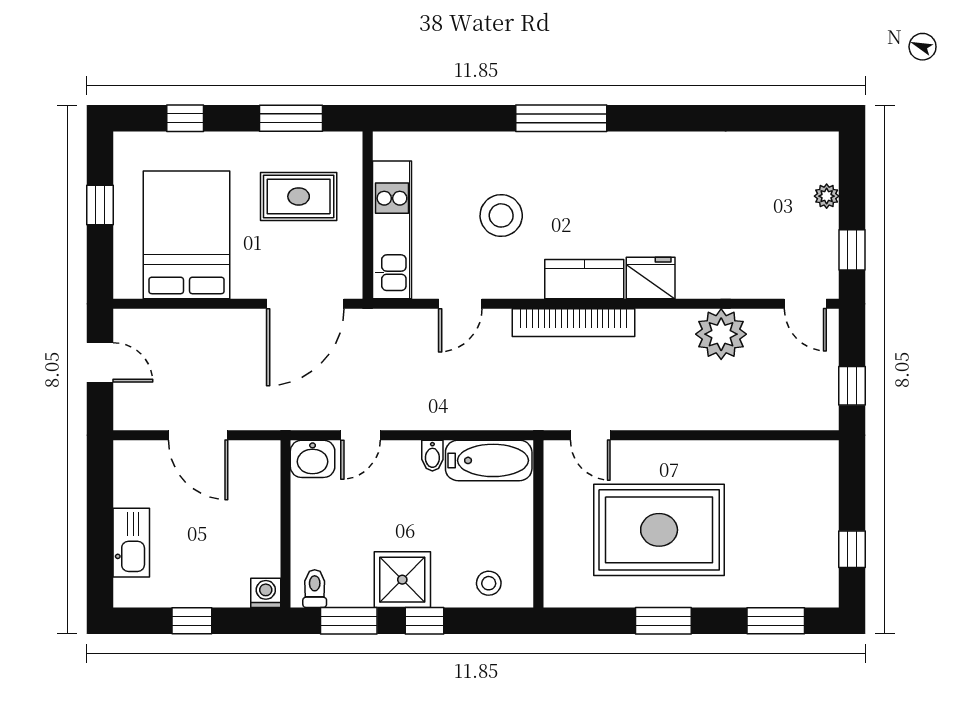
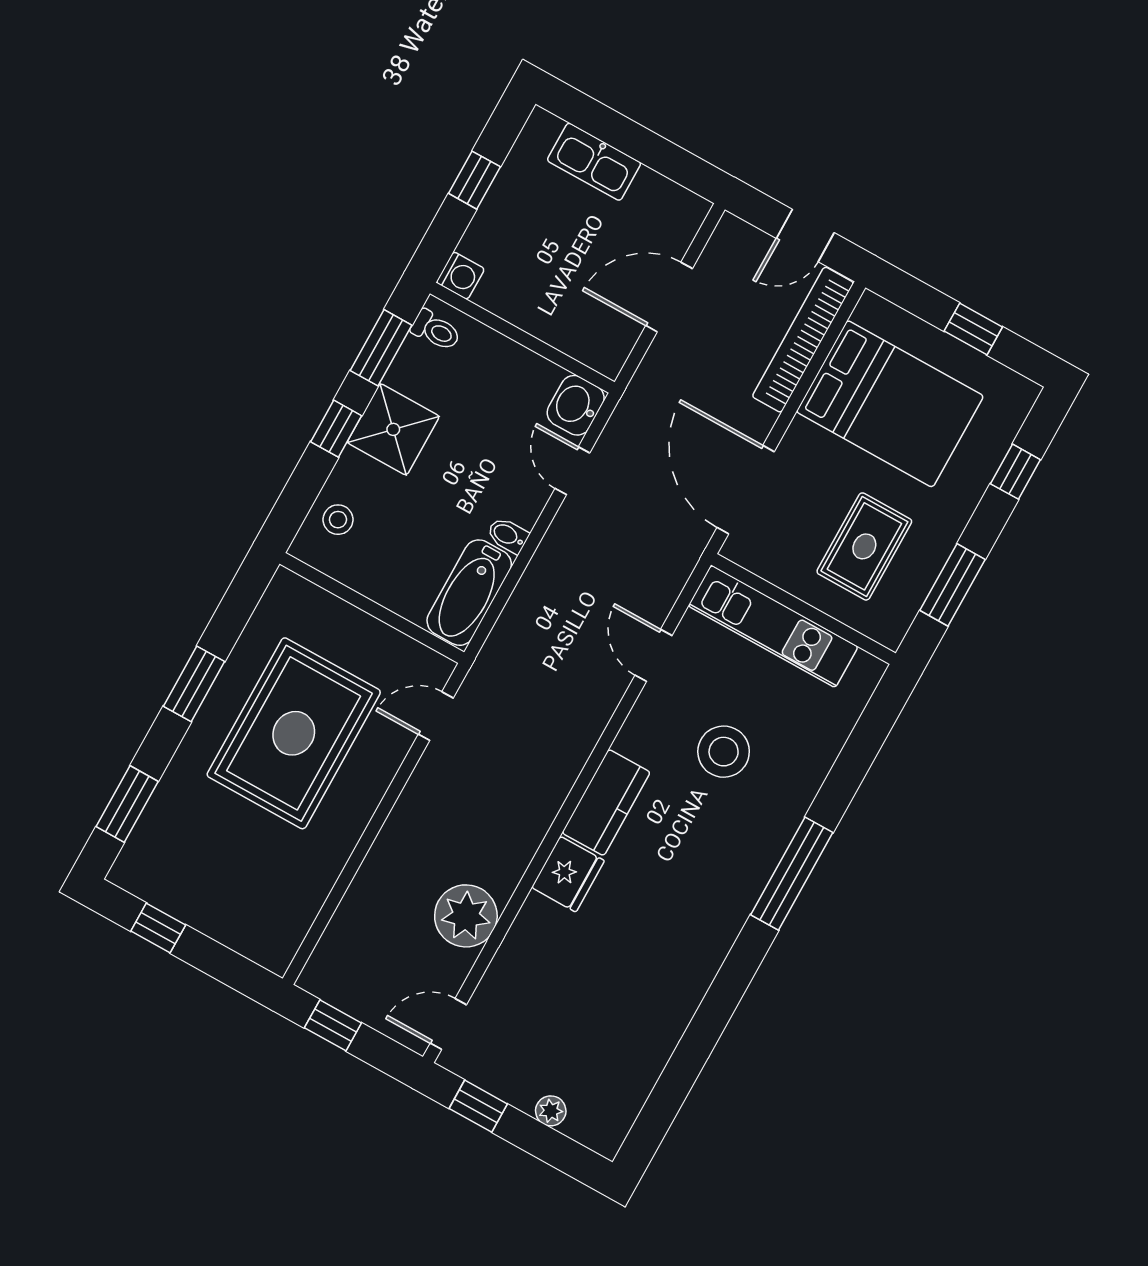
bookcase: (573, 323) -> (803, 340), moved

